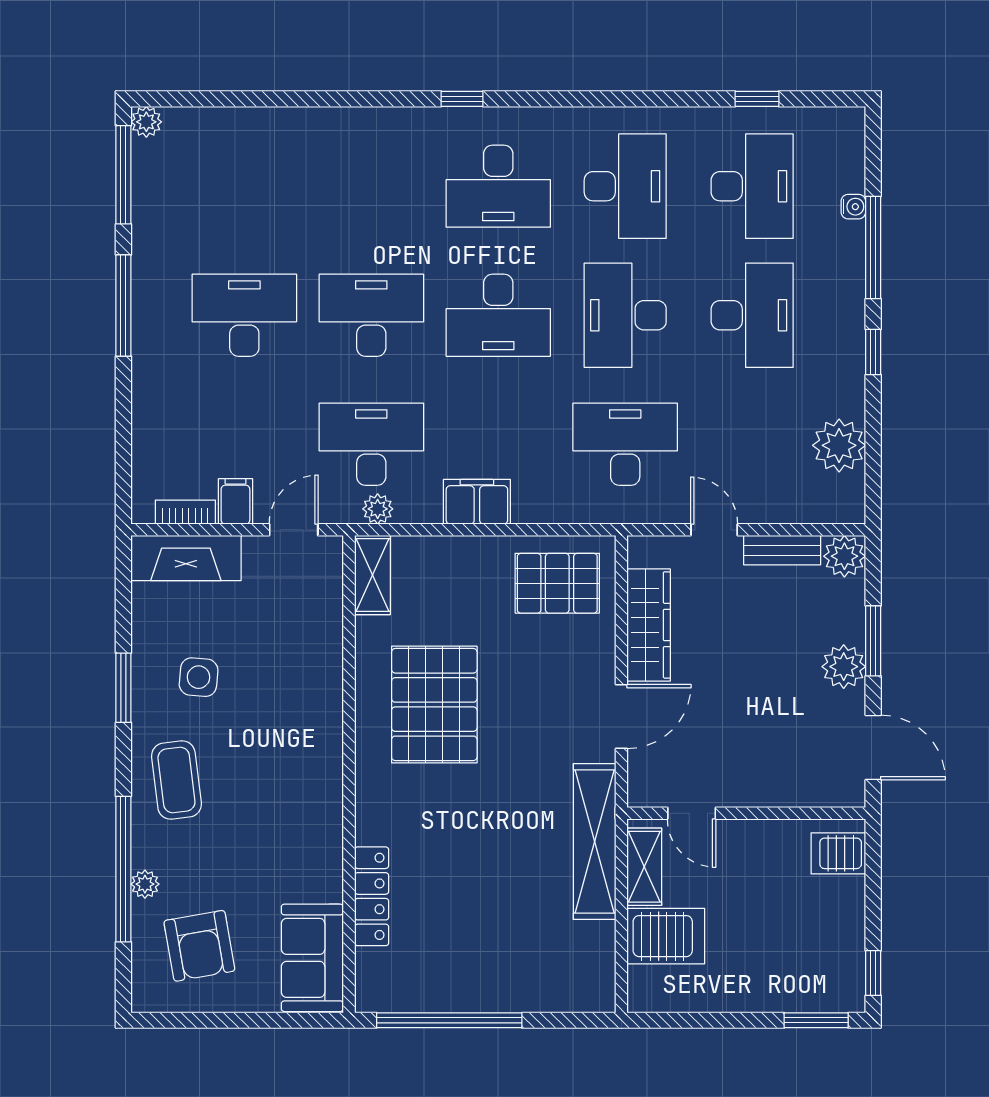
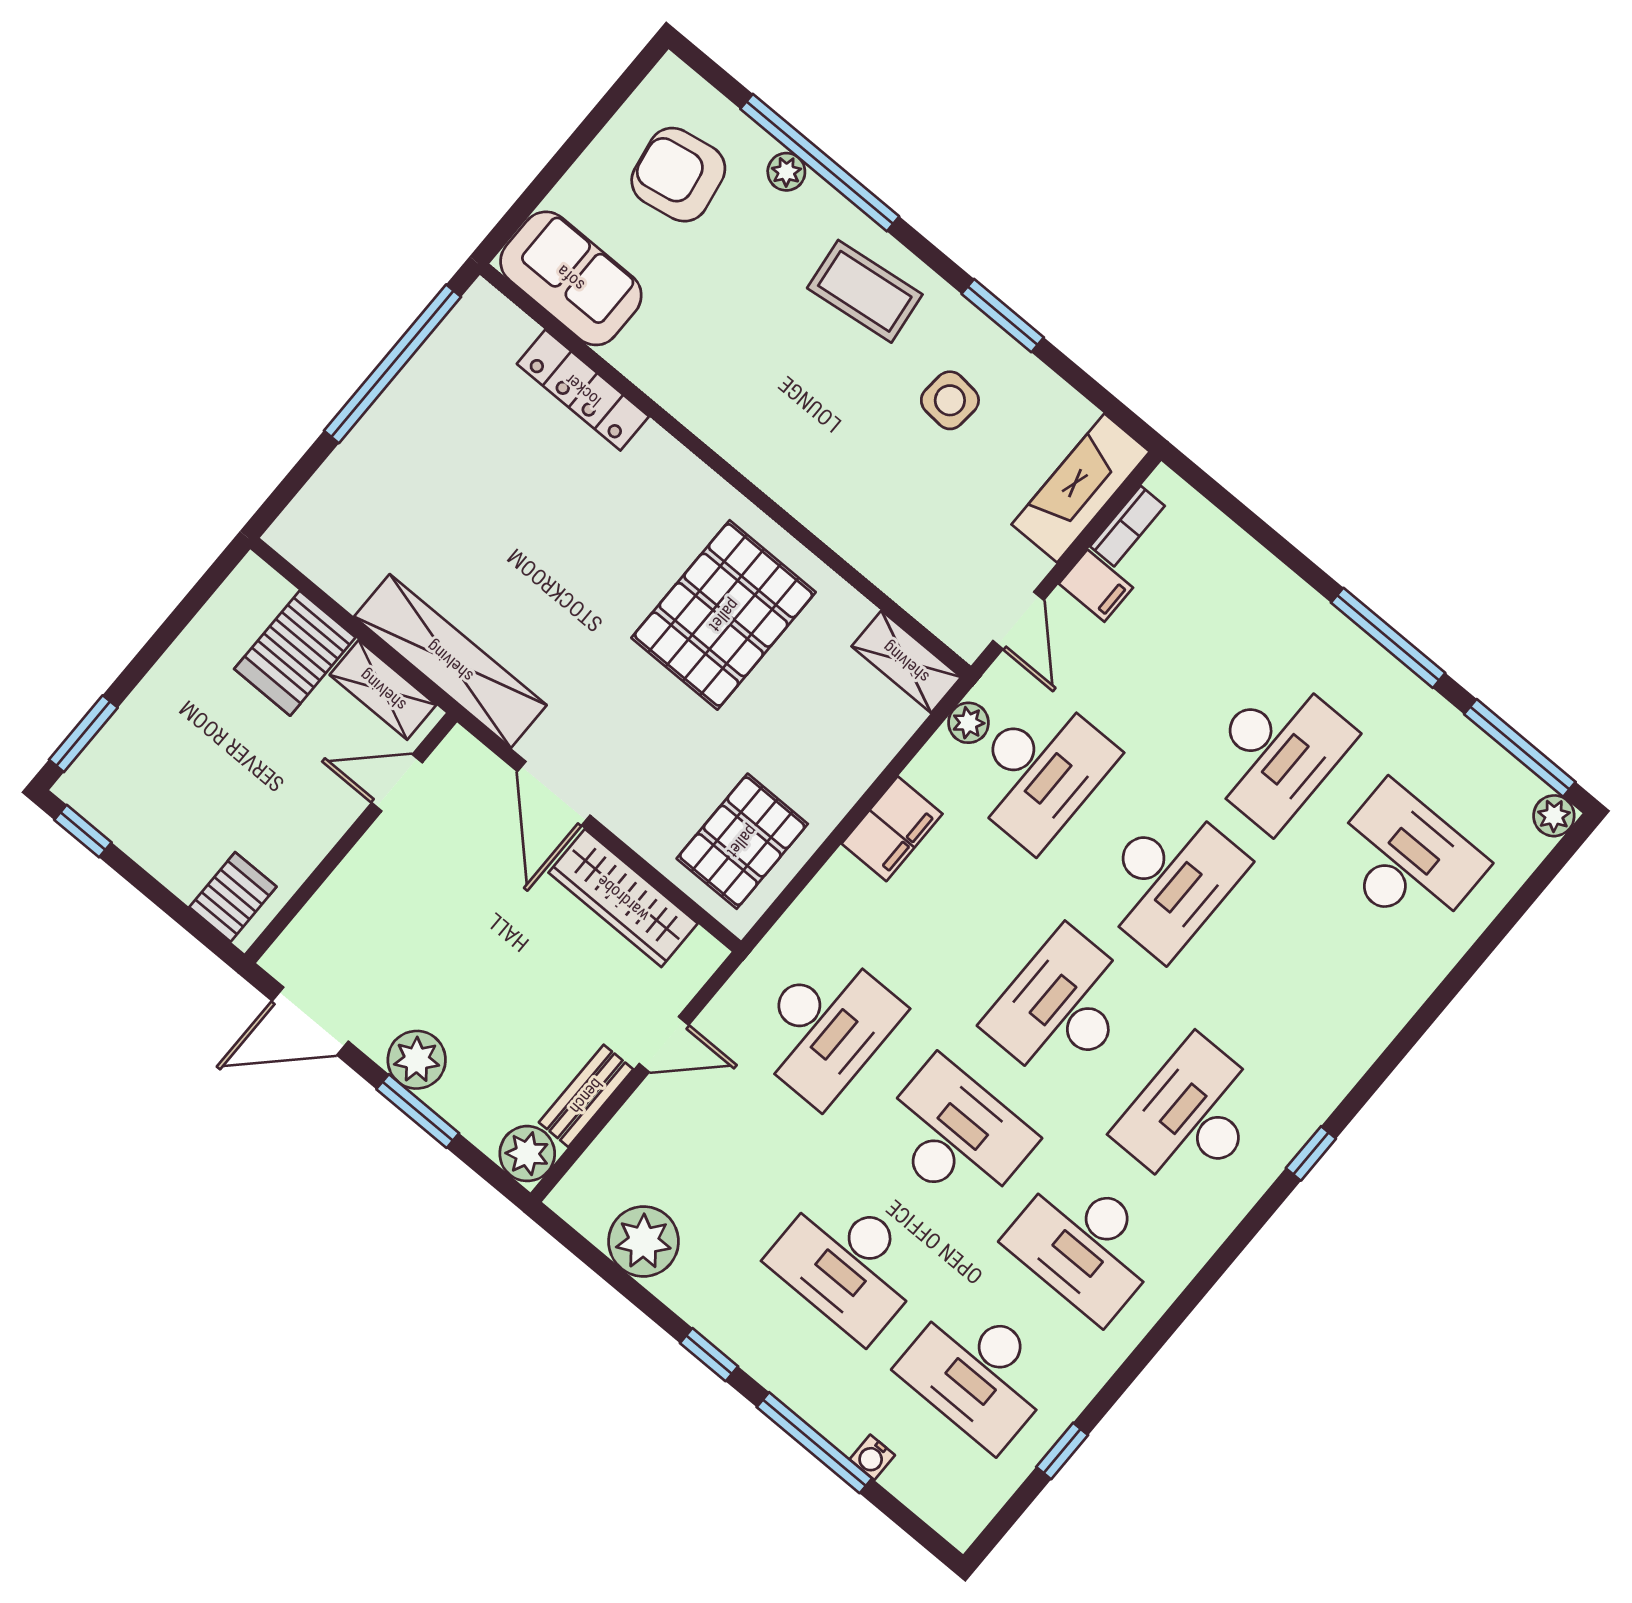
desk: (244, 186) -> (1406, 860), added
pallet: (434, 705) -> (724, 615), turned 90

